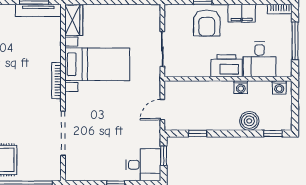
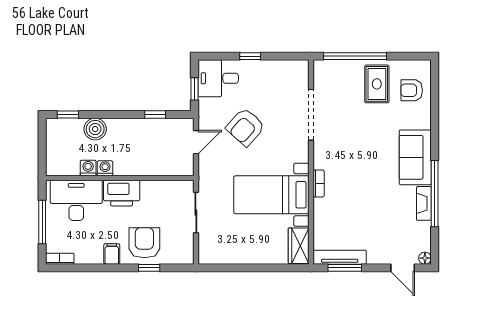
filing cabinet: (242, 13) -> (112, 254), width x0.50
desk: (260, 59) -> (76, 200), width x1.37
bookcase: (56, 81) -> (319, 183), width x0.64
washing machine: (279, 87) -> (88, 168), moved
armchair: (120, 123) -> (245, 127), added

